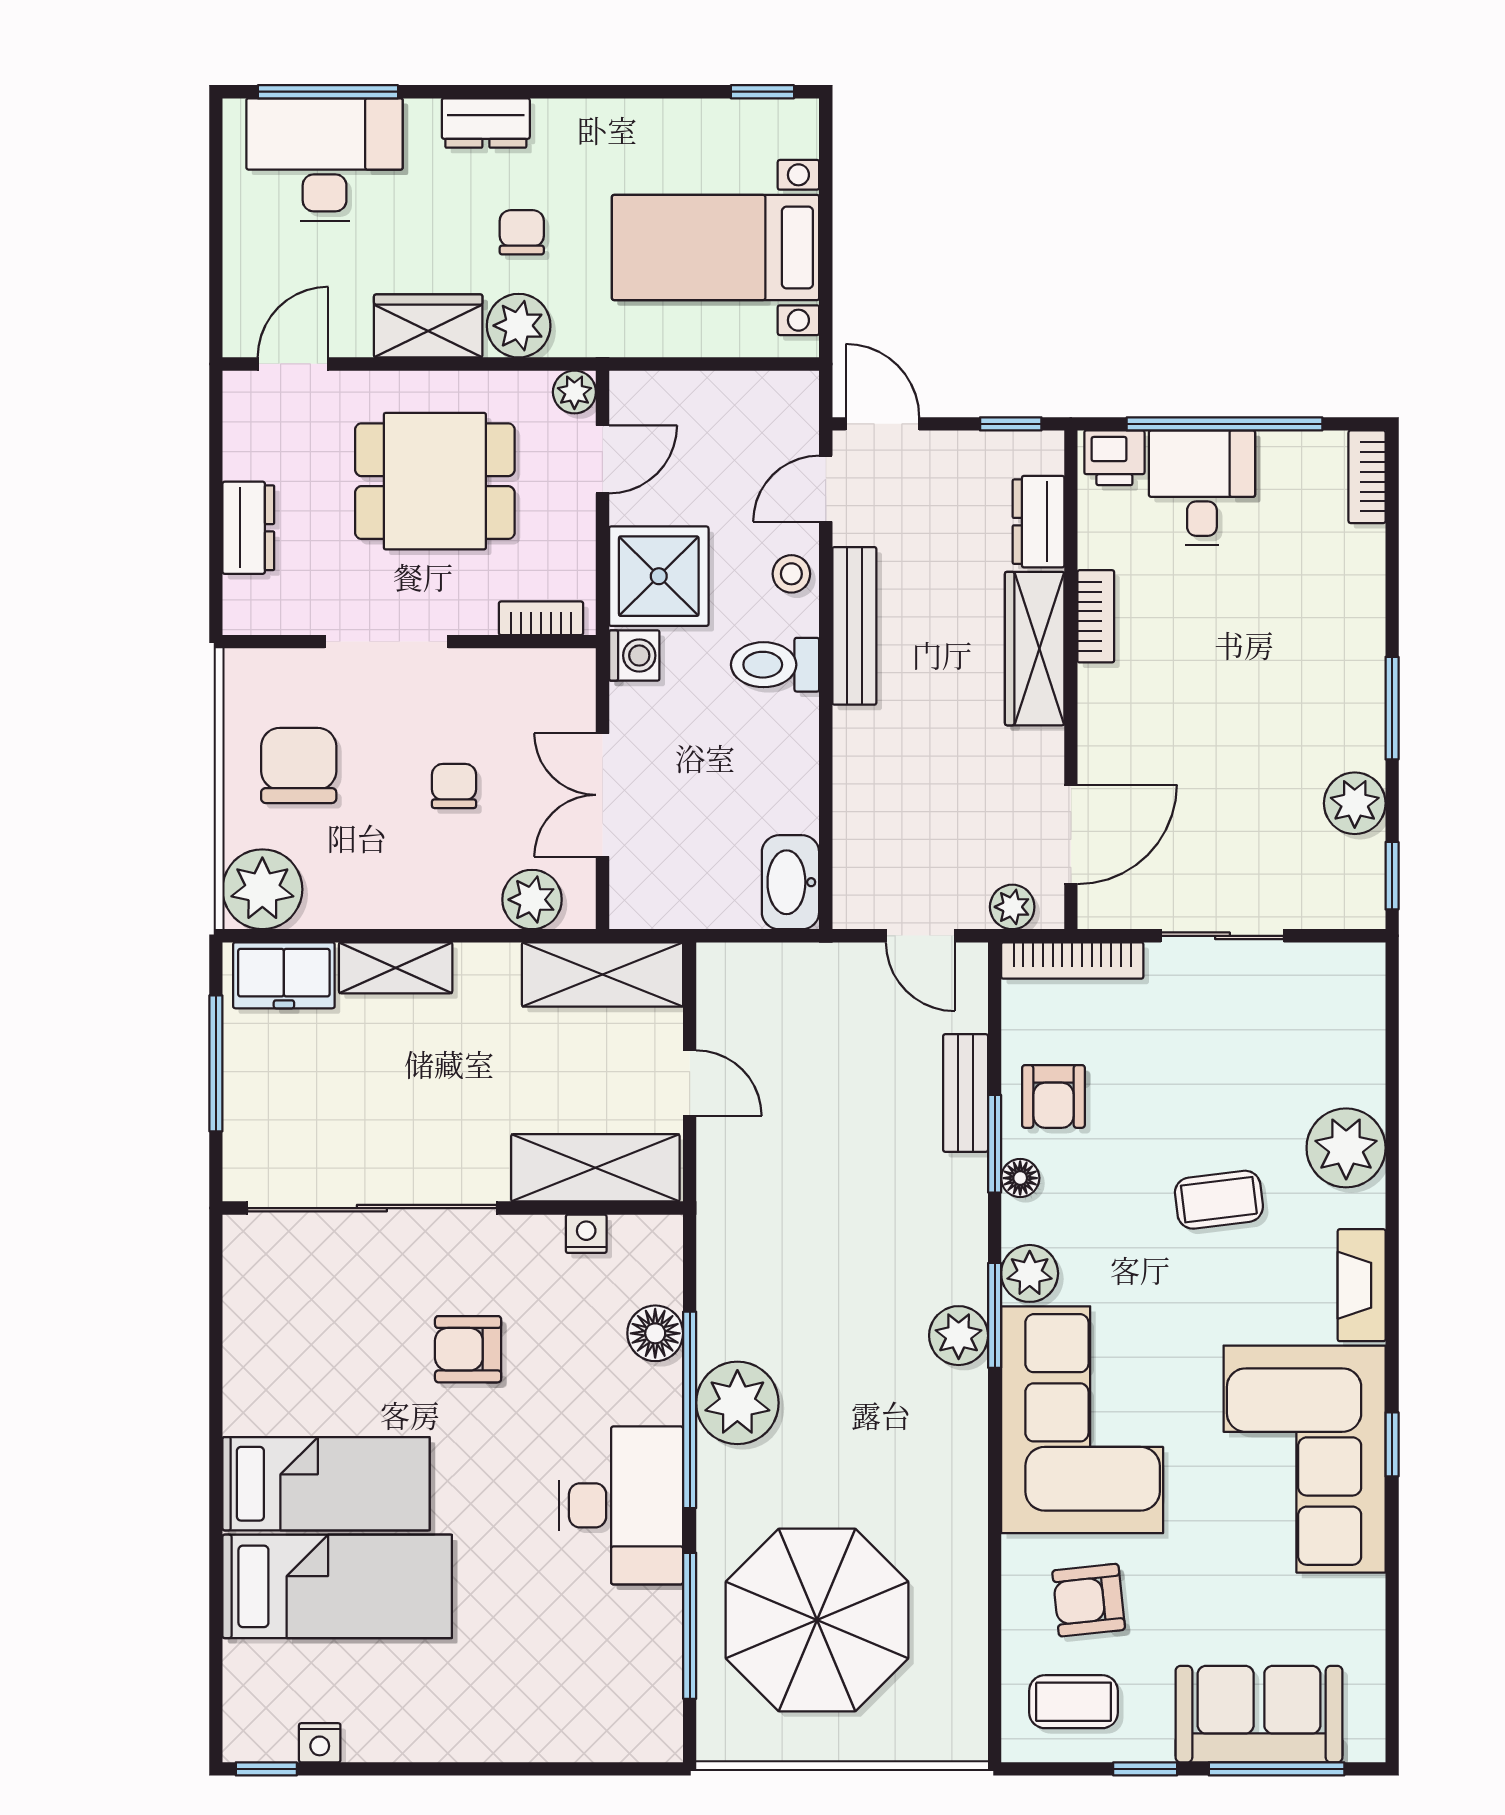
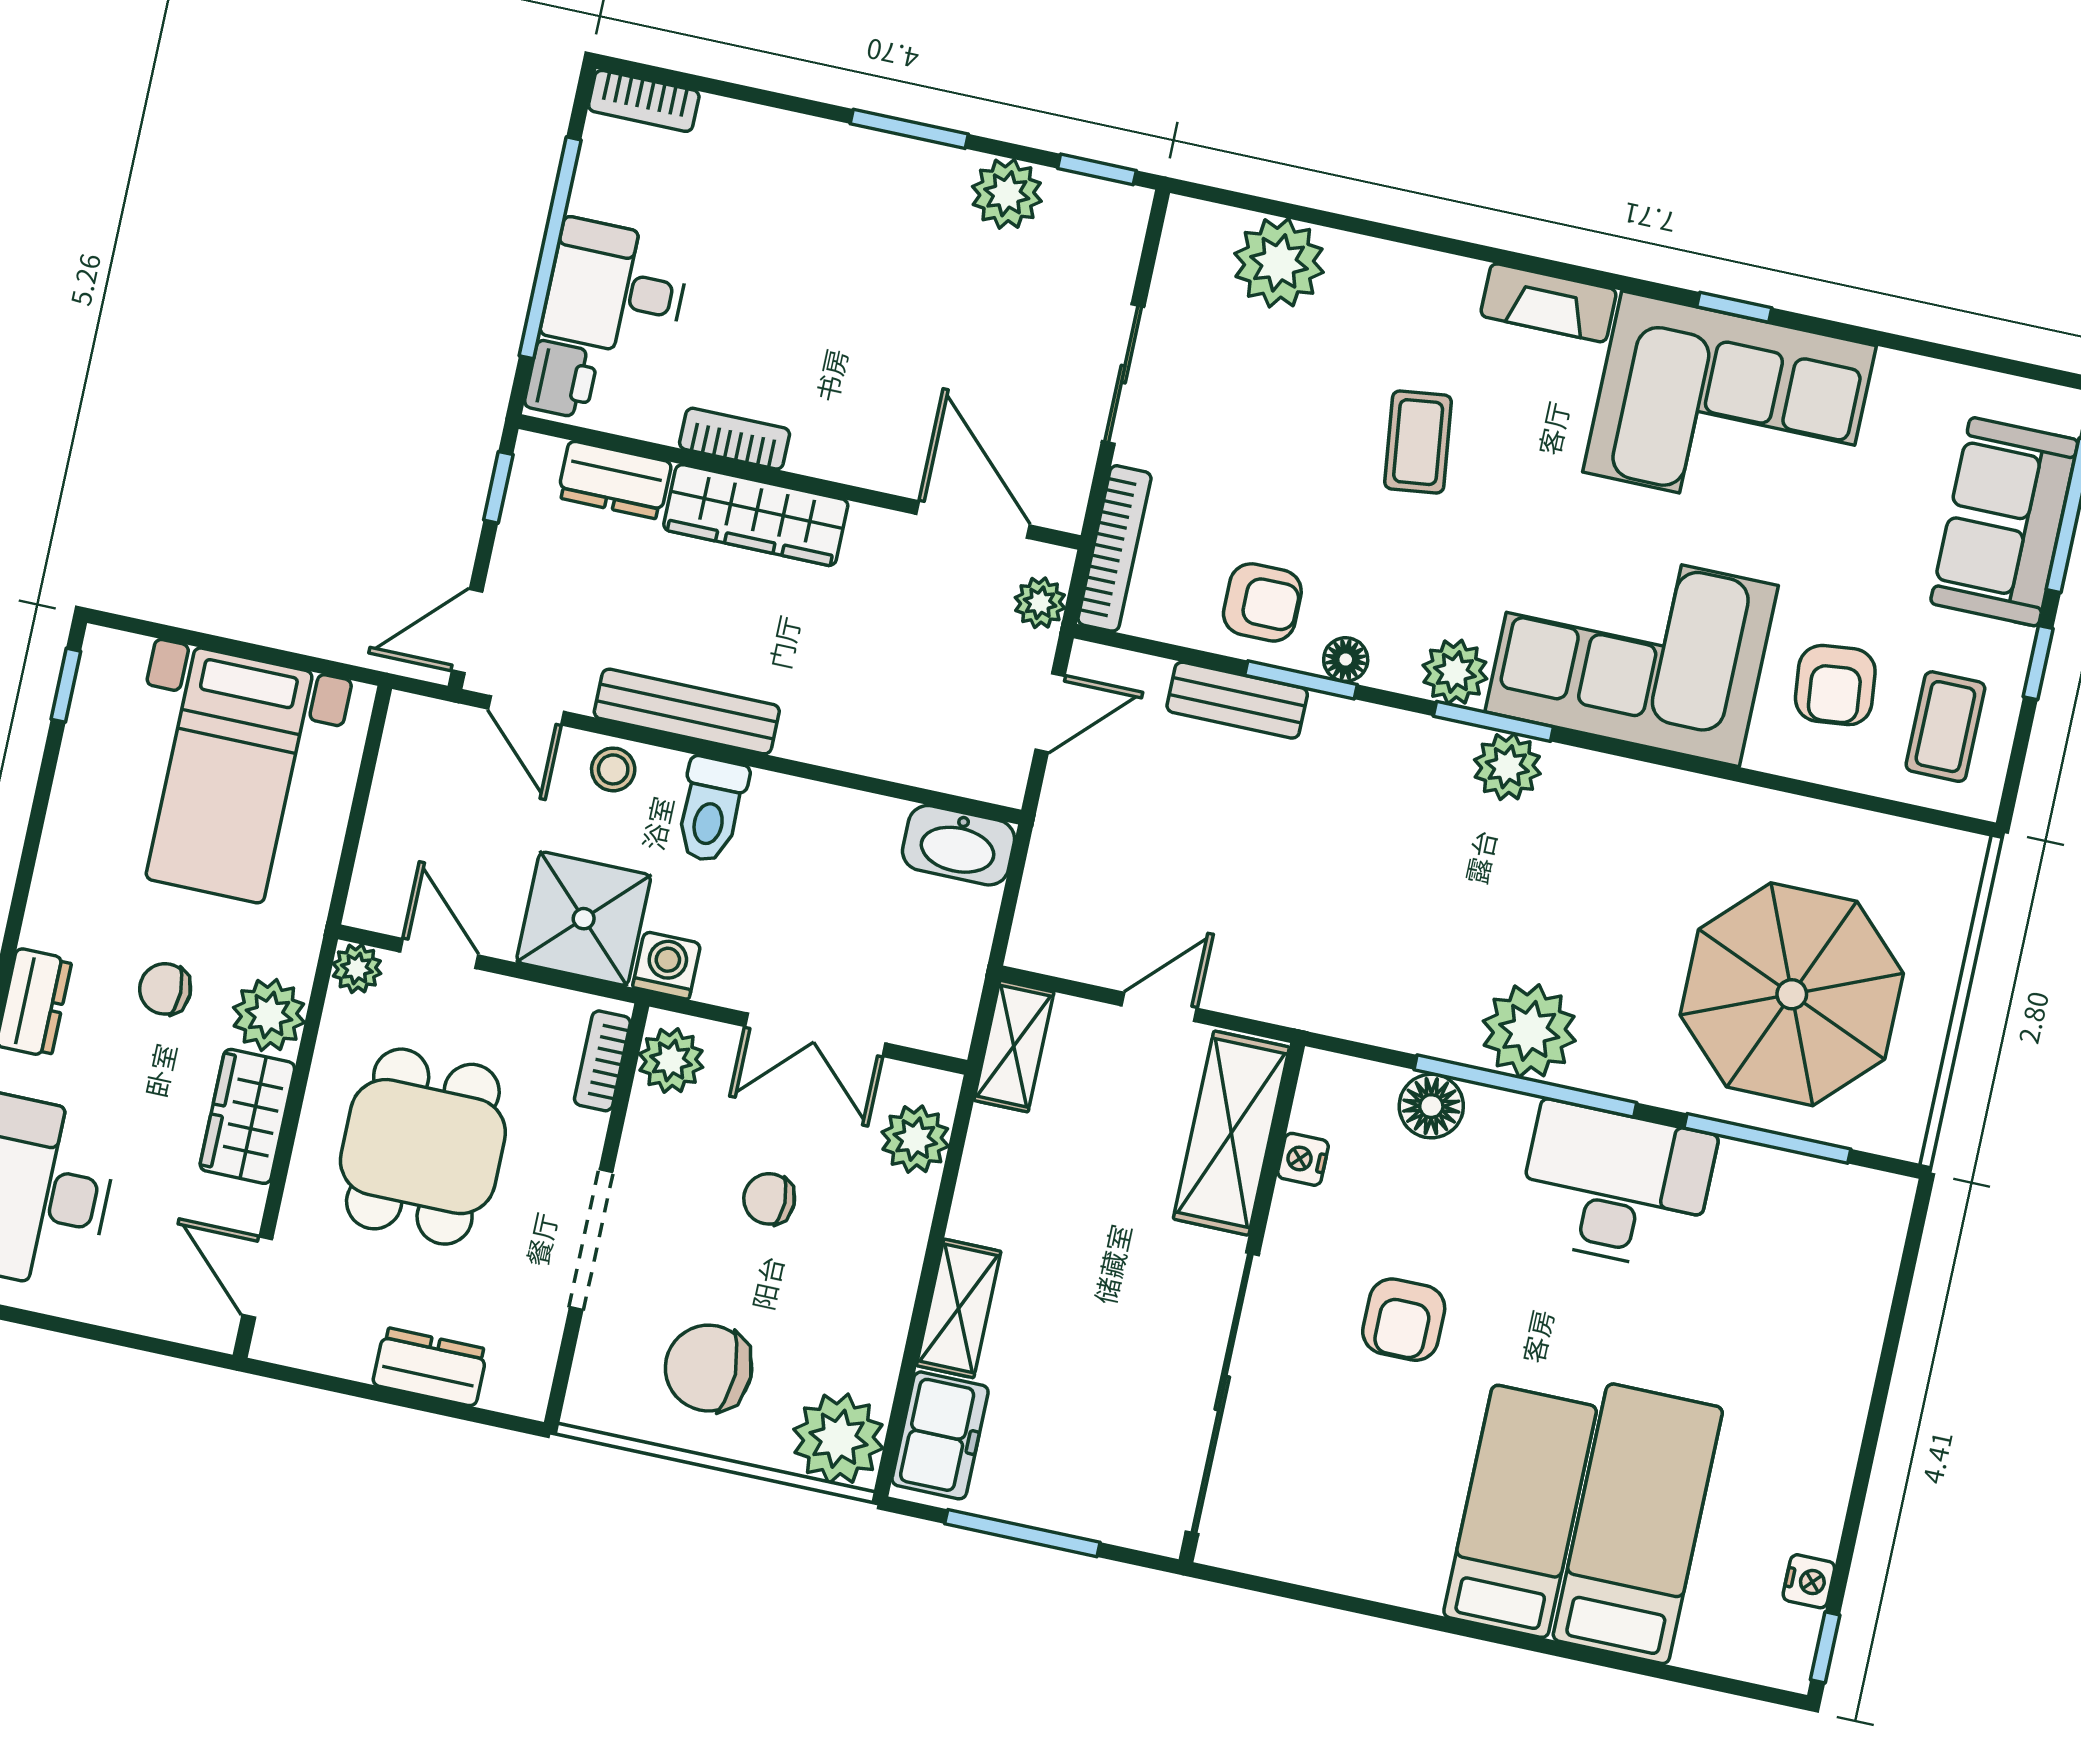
plant: (554, 677) -> (671, 1061), added
shelving: (603, 975) -> (1014, 1046), width x0.67, depth x0.75
plant: (1346, 1148) -> (1279, 263), moved

